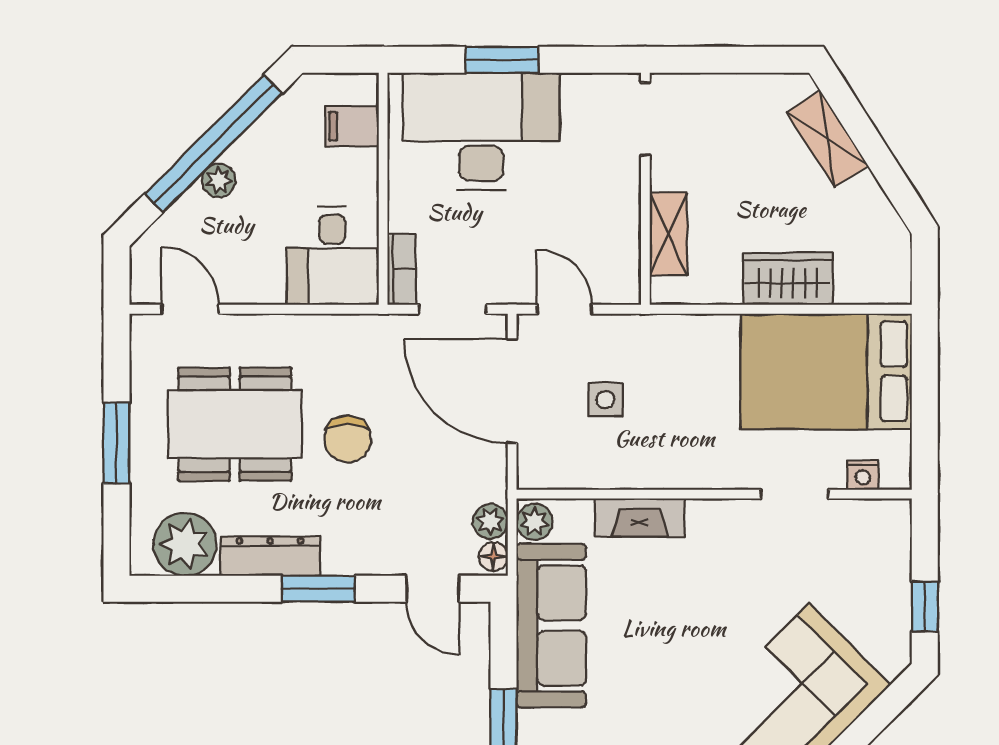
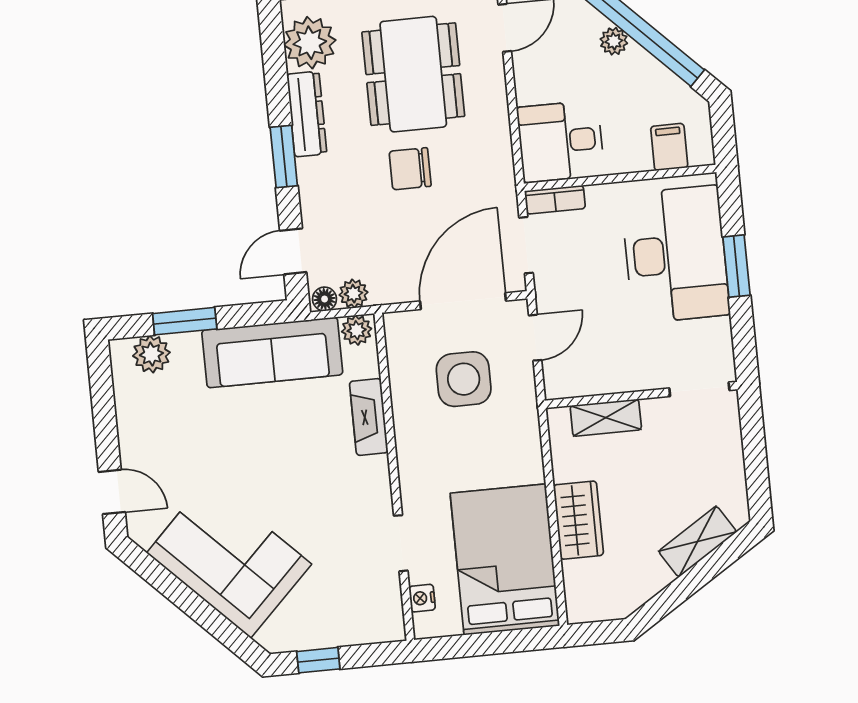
side table: (605, 400) -> (464, 379), width x1.87, depth x1.87

